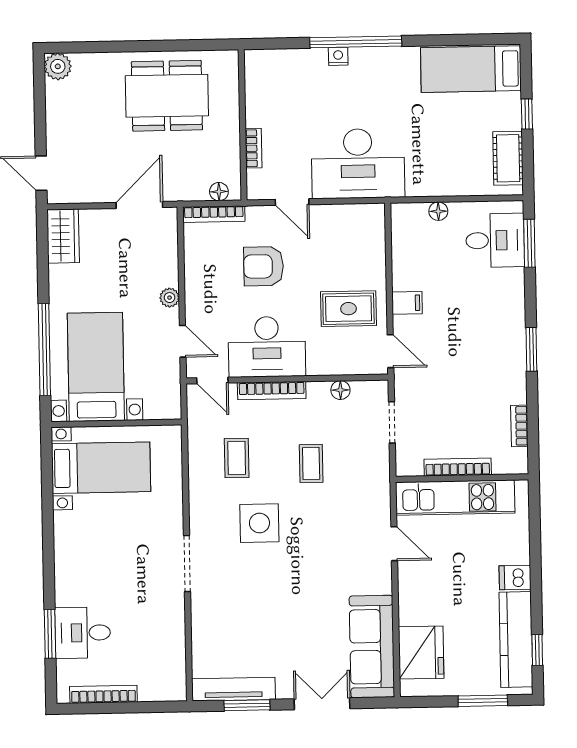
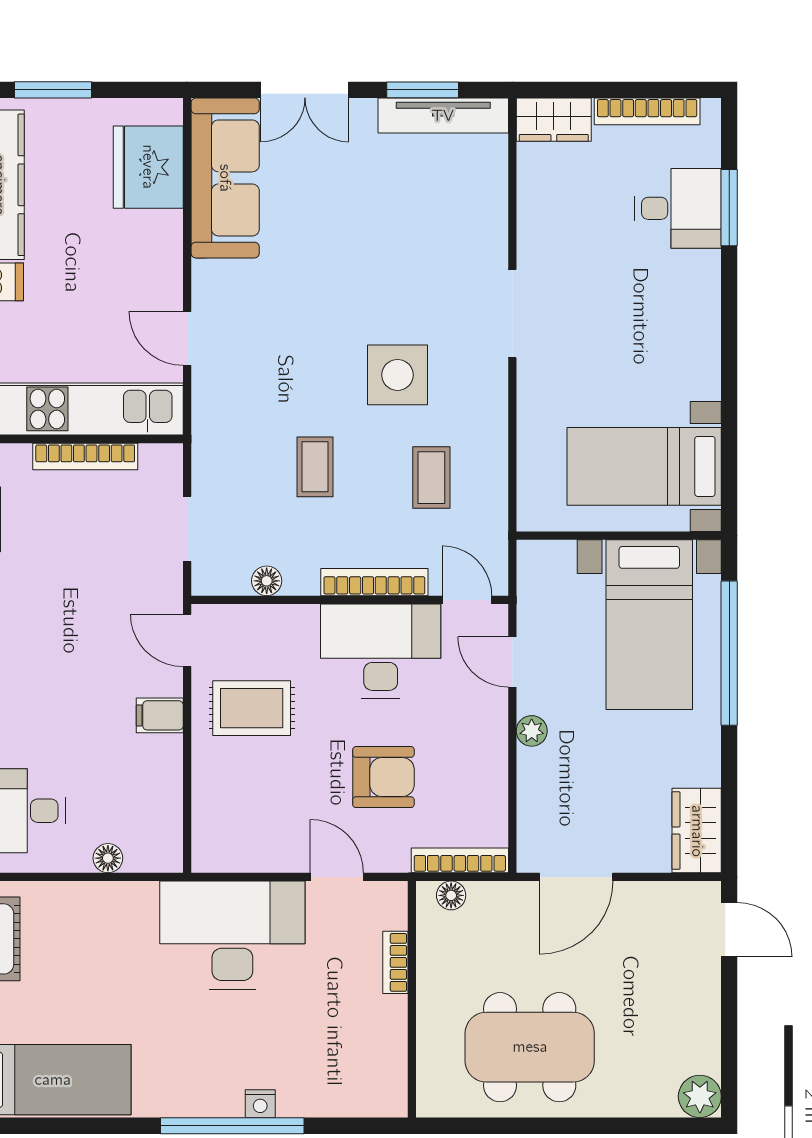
wardrobe: (163, 688) -> (554, 120), added

